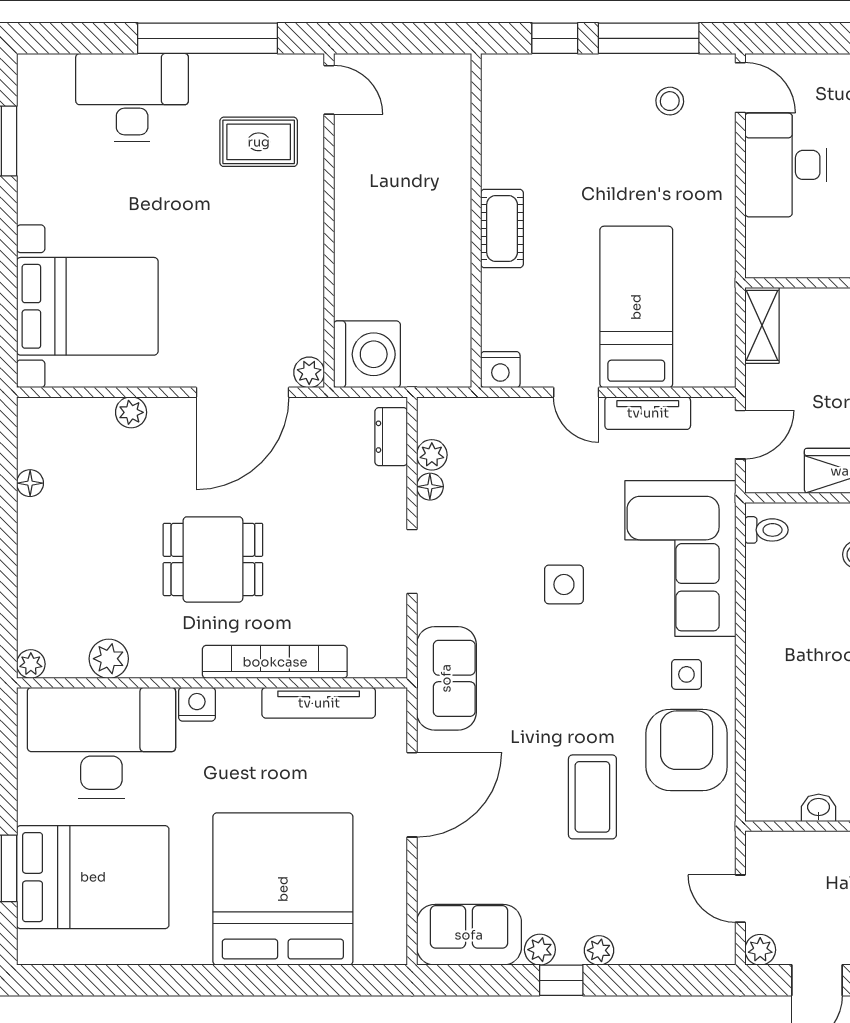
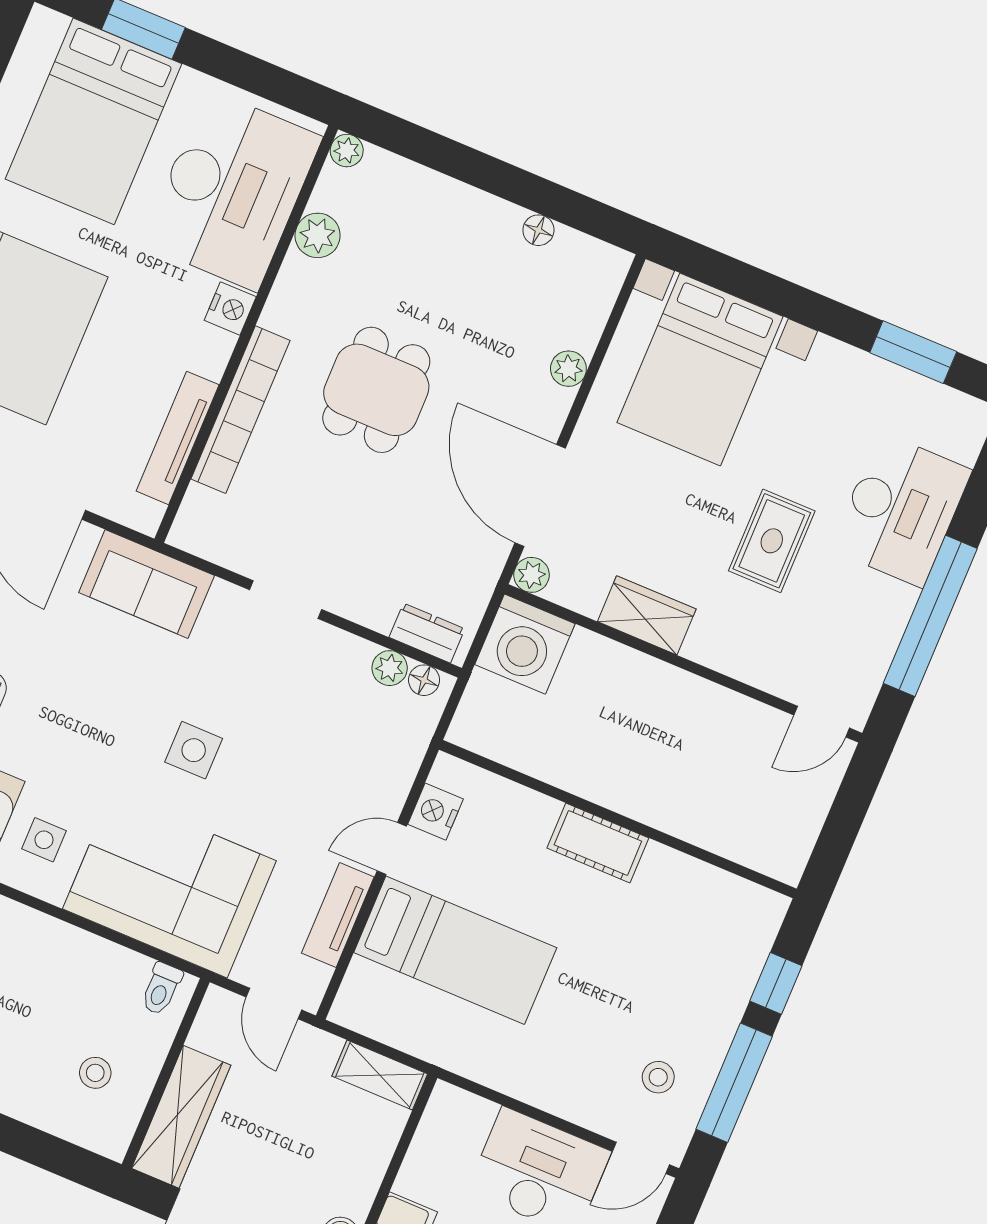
rug: (259, 142) -> (772, 541), moved
wardrobe: (303, 266) -> (647, 615), added
nightstand: (500, 370) -> (435, 812), moved
floor lamp: (430, 487) -> (424, 680), moved

